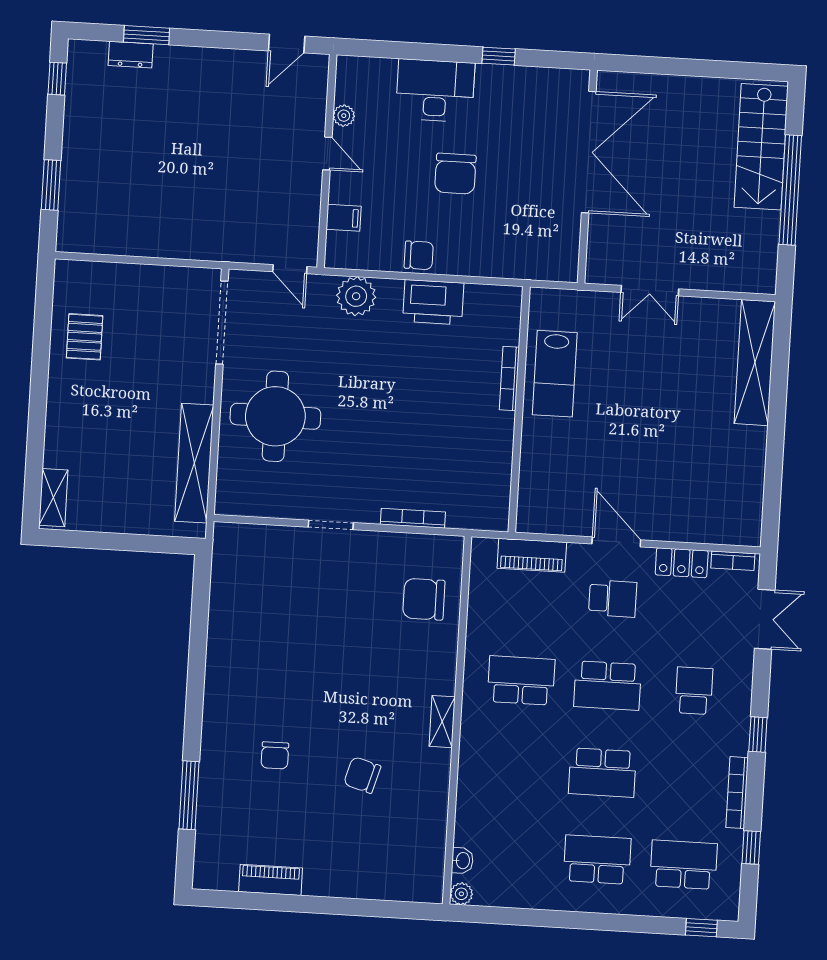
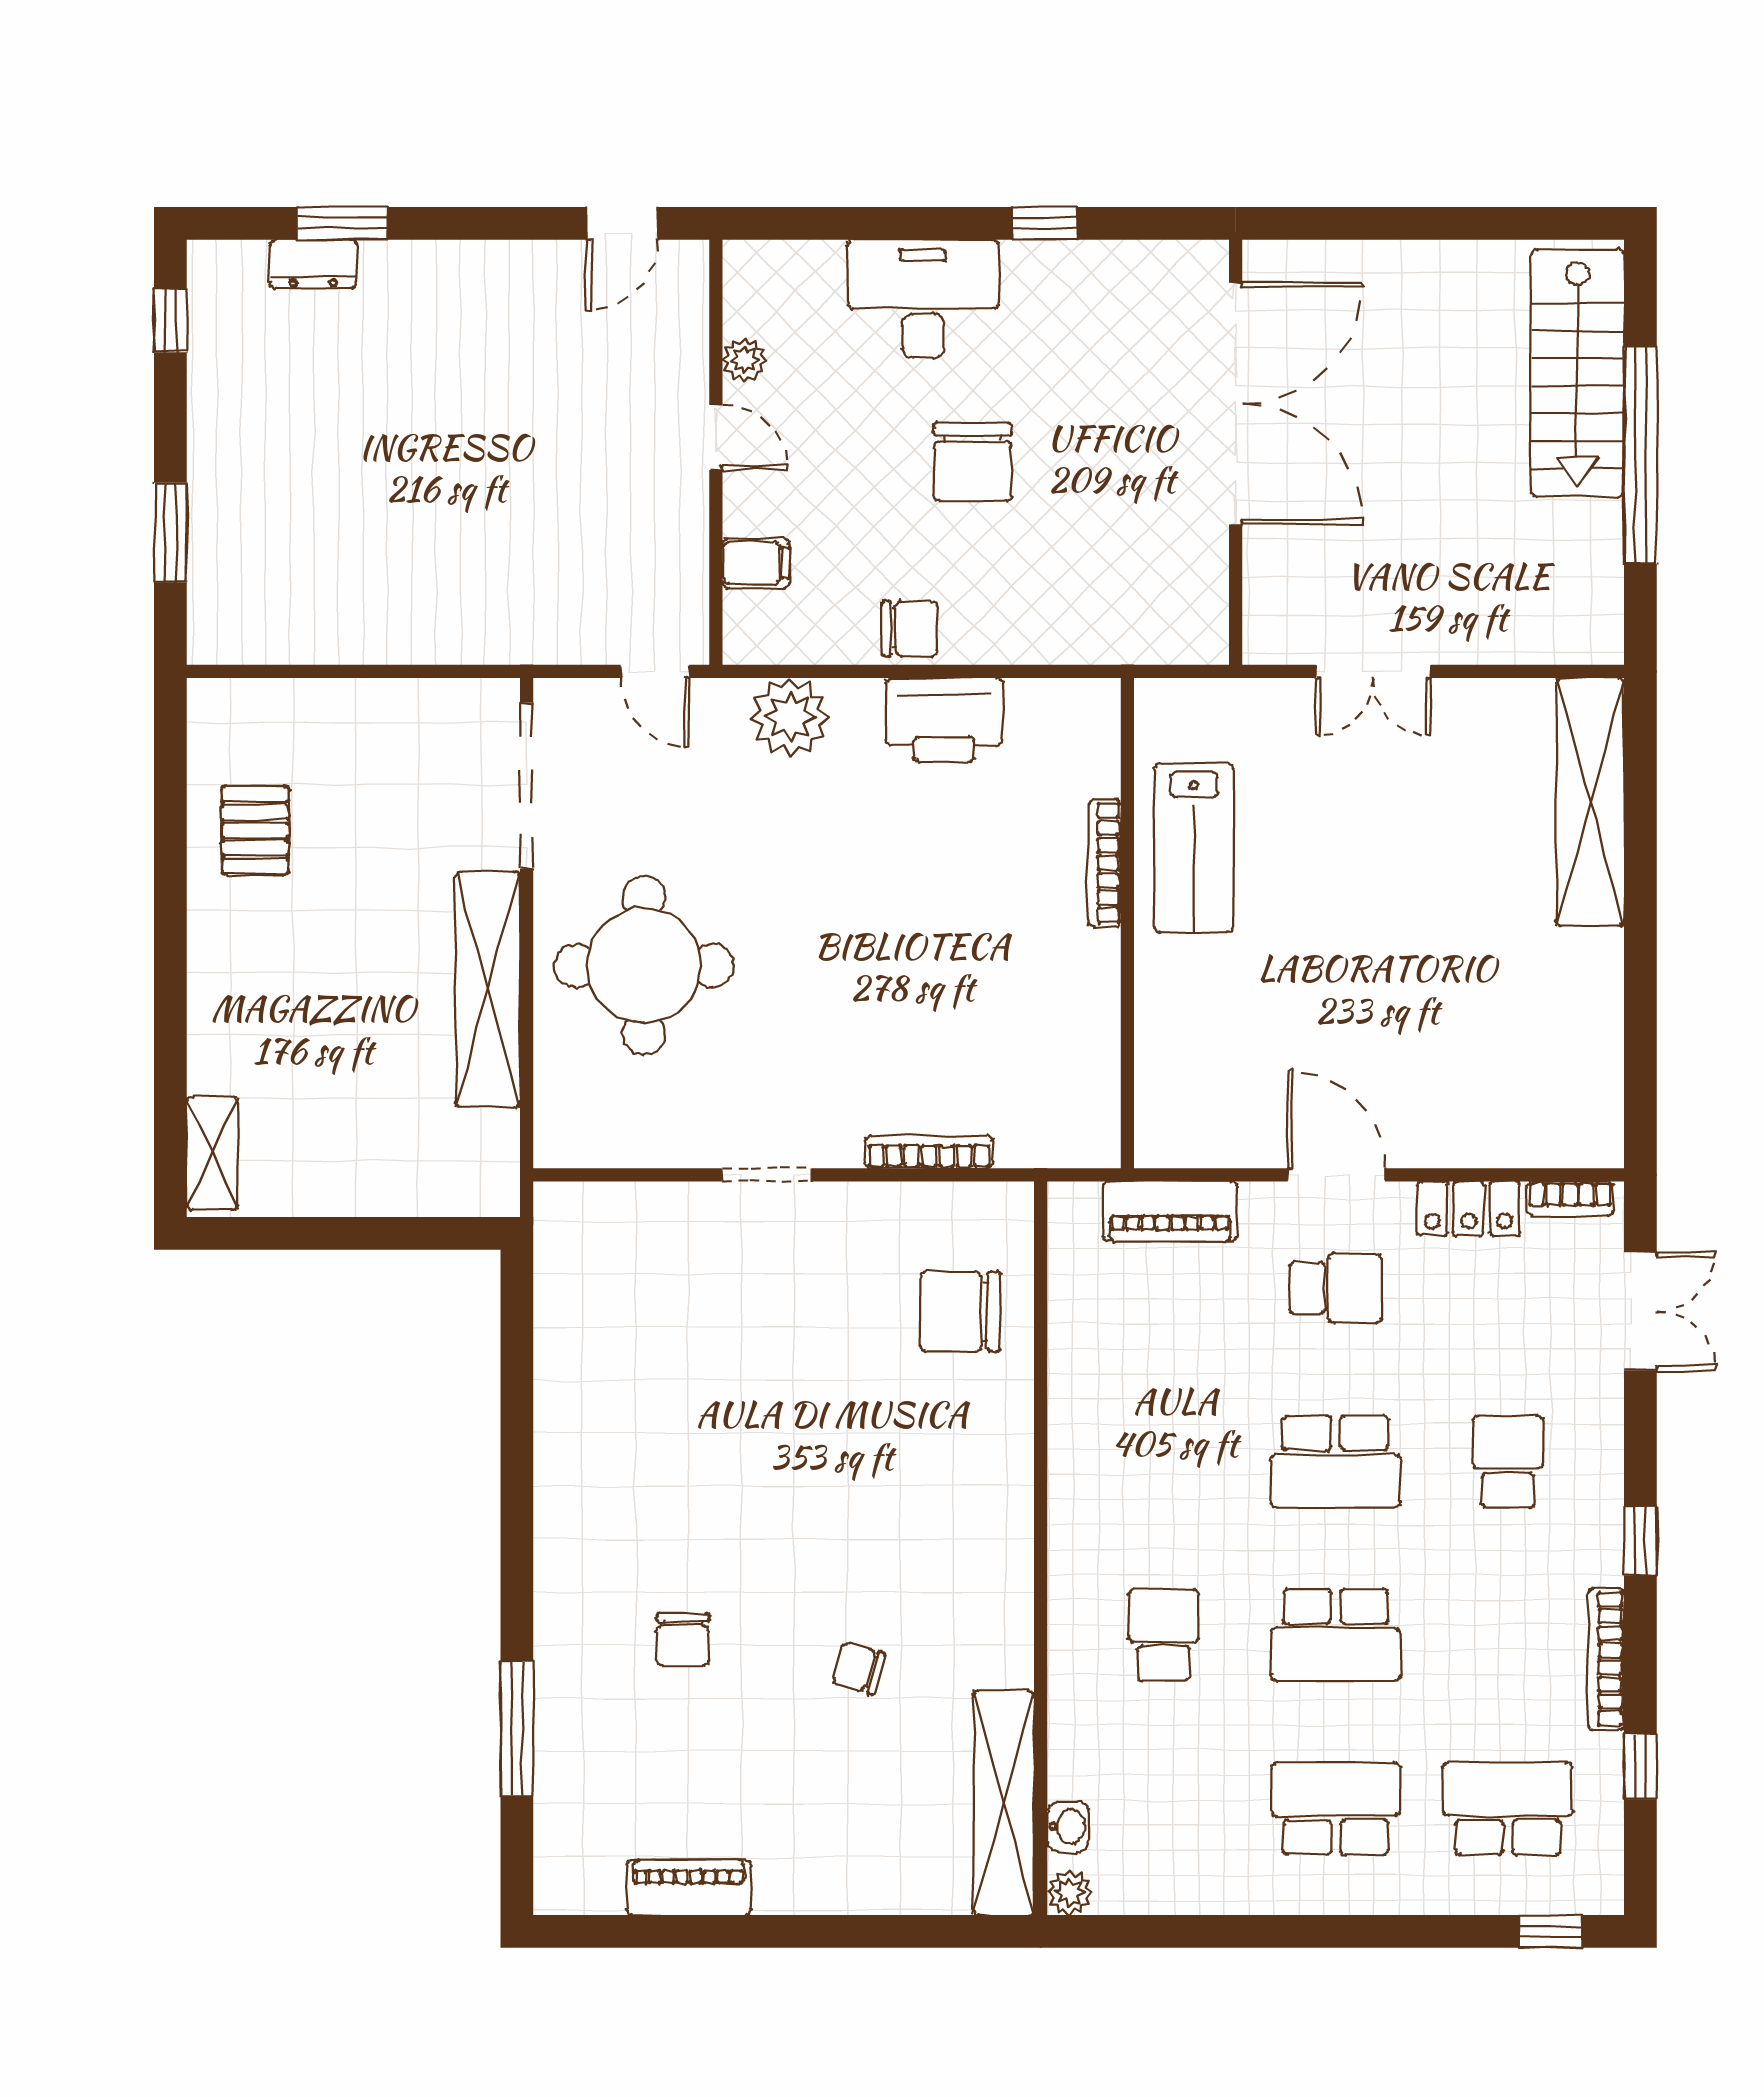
shelving: (194, 463) -> (488, 989), moved
school desk: (521, 680) -> (1163, 1635), moved, width x0.54
shelving: (442, 722) -> (1004, 1803), moved, width x2.20, depth x1.33
chair: (362, 775) -> (859, 1668), width x0.73, depth x0.73

